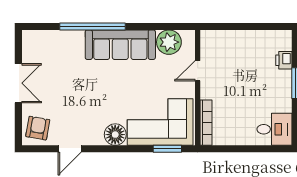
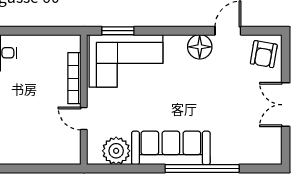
door: (198, 71) -> (84, 119), swing flipped
bookcase: (206, 123) -> (74, 78), moved
floor lamp: (115, 135) -> (200, 47), moved

